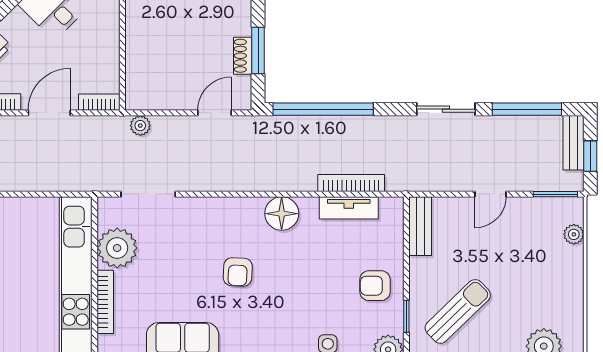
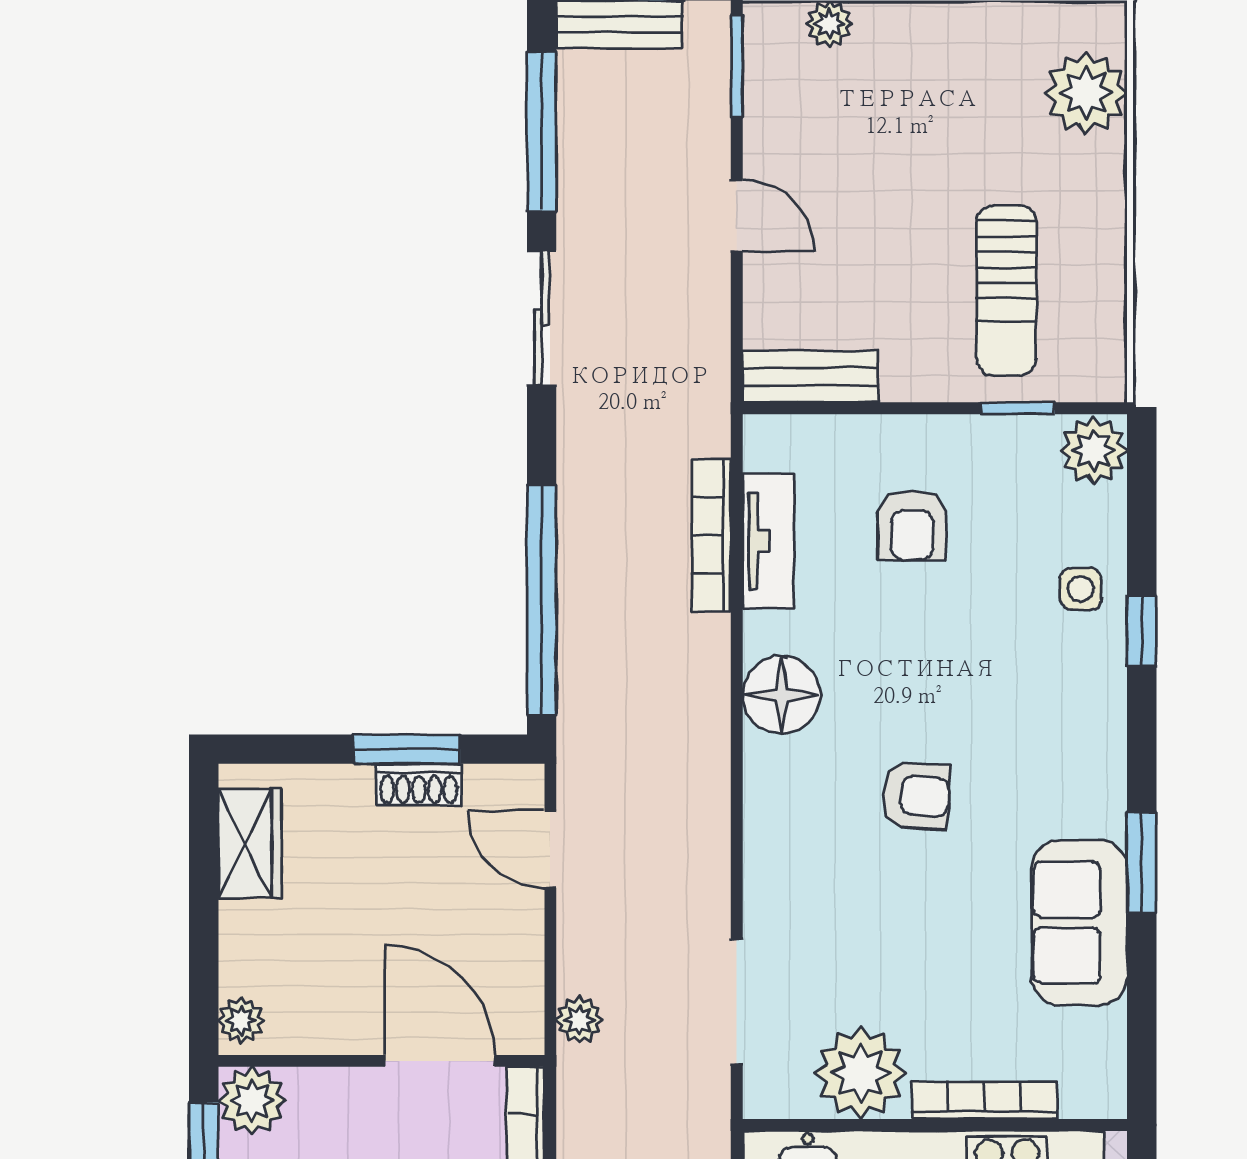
door: (122, 65) -> (440, 1061), added
armchair: (375, 286) -> (912, 525), moved
sun lounger: (458, 311) -> (1006, 290), turned -136

